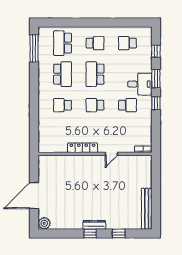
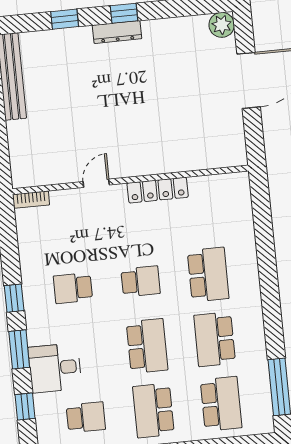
school desk: (95, 43) -> (153, 411), width x1.85
desk: (140, 84) -> (55, 368), moved
school desk: (63, 105) -> (208, 275), width x1.85

